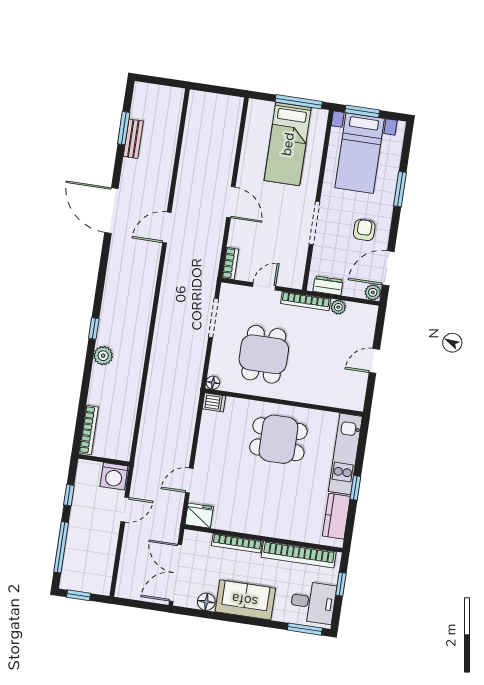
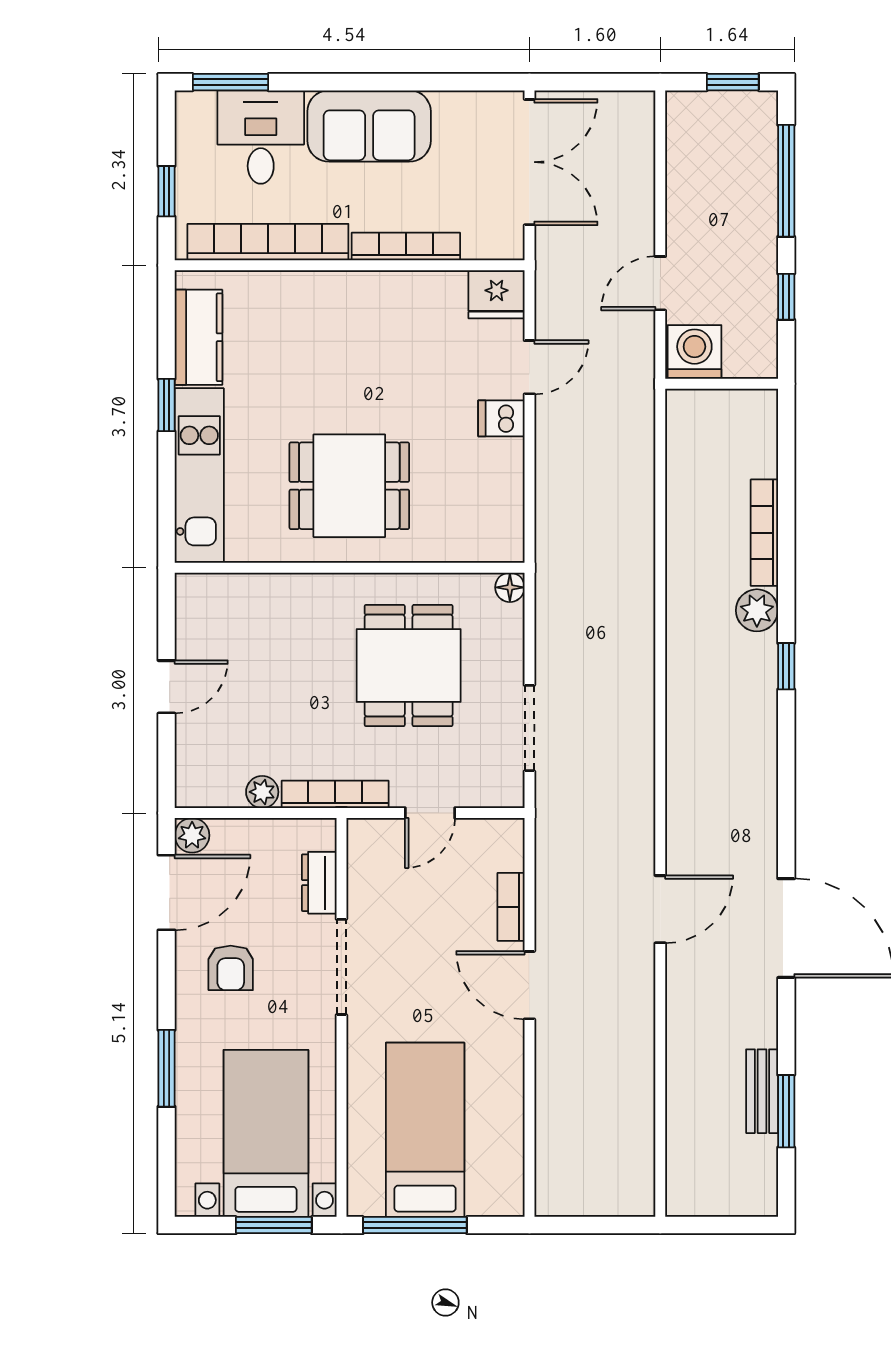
bookcase: (230, 263) -> (511, 907), moved
dresser: (328, 286) -> (319, 883), moved, turned 90
dishwasher: (214, 402) -> (501, 418), moved
bookcase: (89, 430) -> (764, 533), moved
floor lamp: (206, 602) -> (453, 109), removed
desk: (313, 602) -> (261, 137), moved, turned 90

